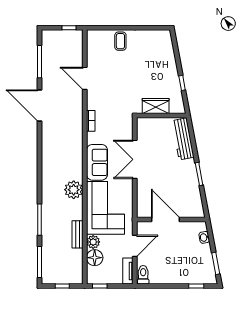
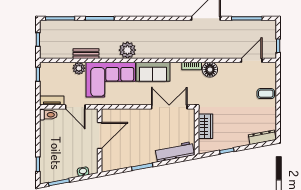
dresser: (167, 45) -> (262, 137), added
door: (85, 78) -> (252, 60), moved
double door: (135, 159) -> (169, 107), moved
floor lamp: (95, 258) -> (210, 70), moved

